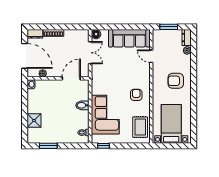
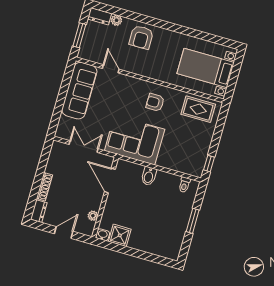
floor lamp: (96, 34) -> (62, 132), removed
door: (25, 56) -> (64, 232), width x0.53
door: (151, 56) -> (111, 69), swing flipped
armchair: (176, 81) -> (141, 37), moved
corner sofa: (105, 115) -> (135, 140), moved
shower: (34, 121) -> (120, 235), moved
window: (48, 146) -> (193, 221), moved

